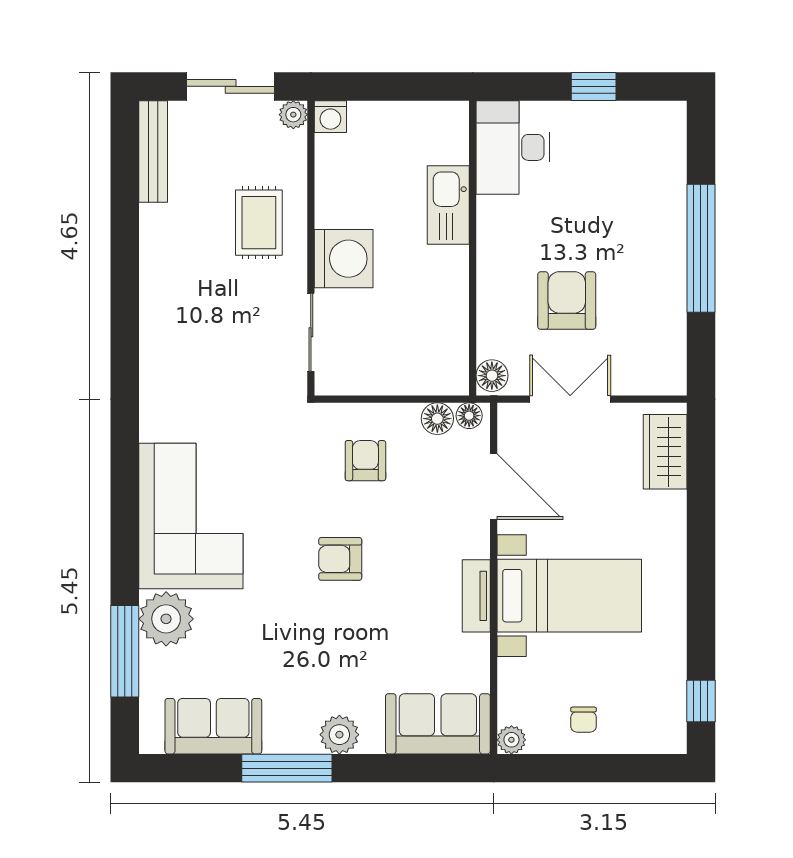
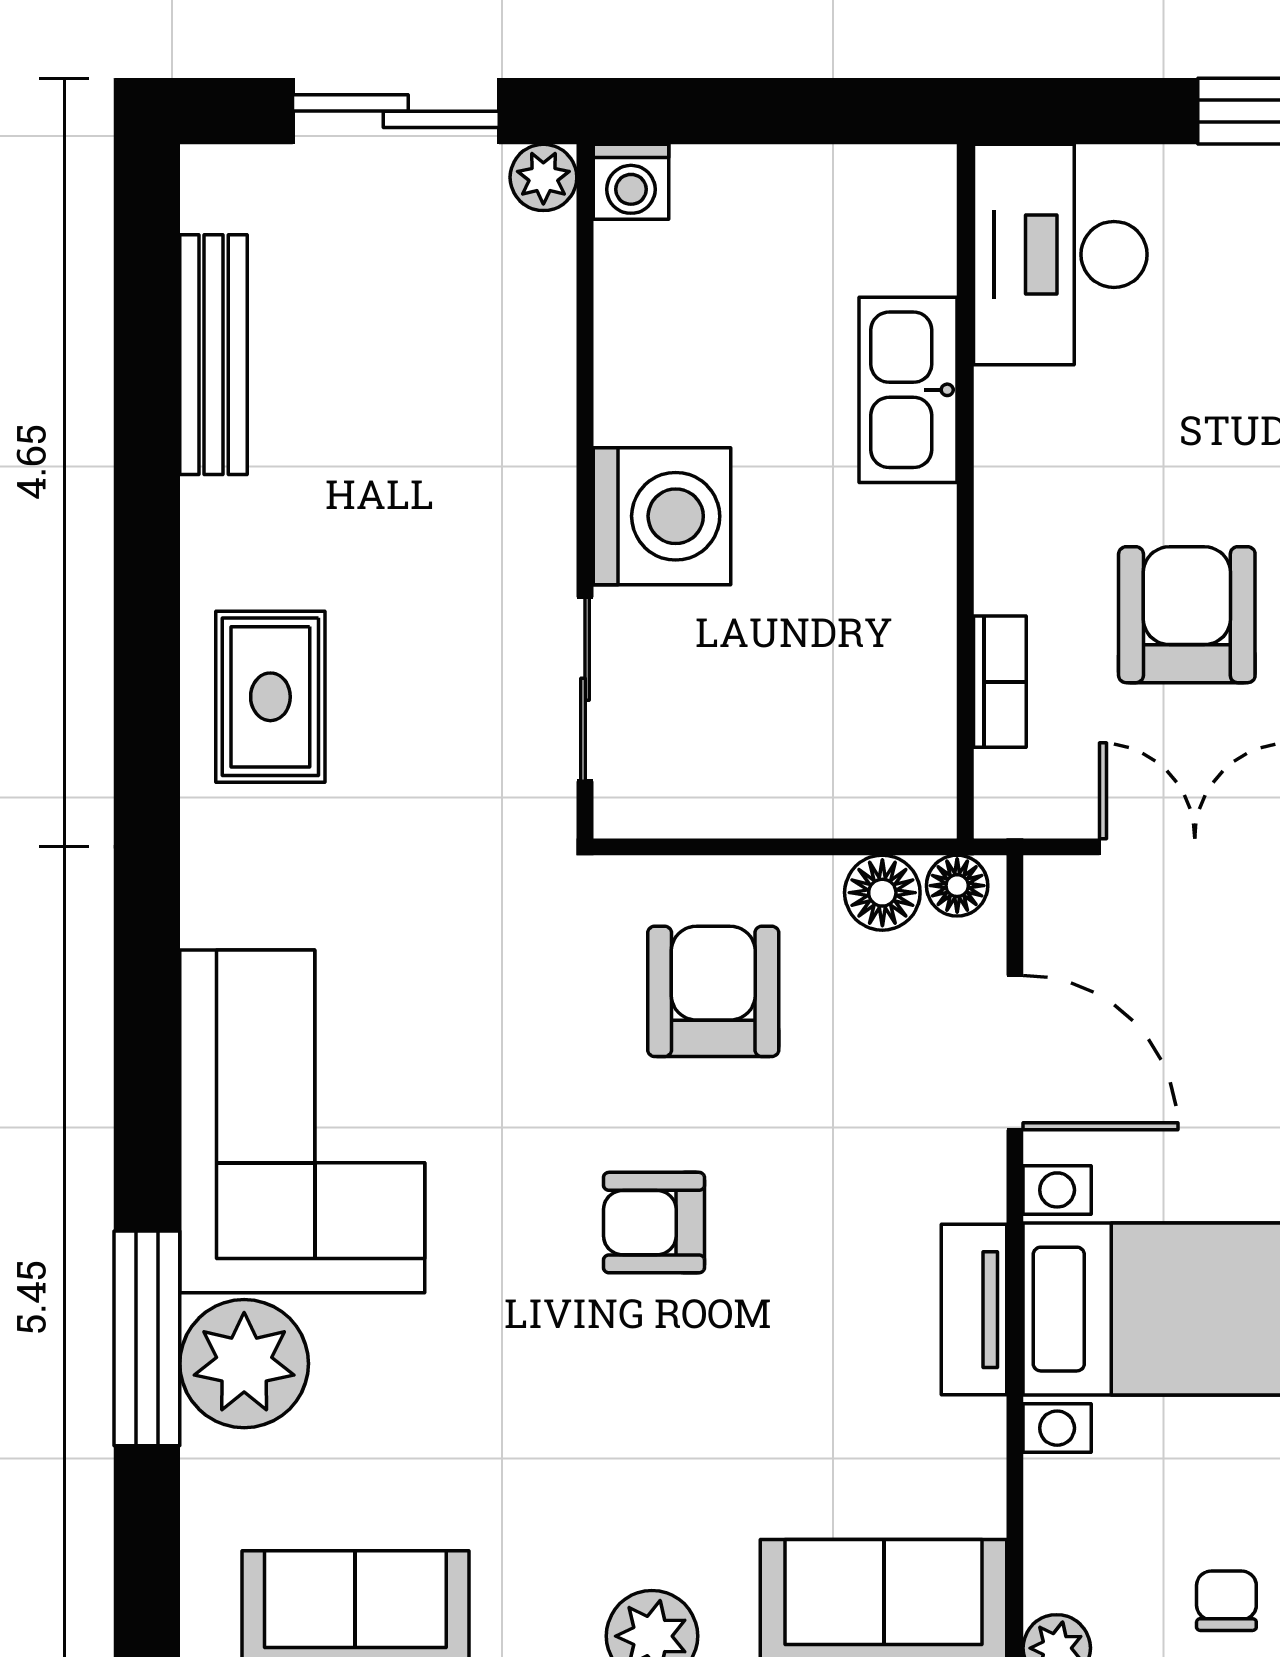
bench: (153, 151) -> (214, 355), moved
rug: (259, 223) -> (270, 697), moved
bookcase: (487, 329) -> (1000, 682), added
floor lamp: (492, 376) -> (1011, 791), removed
armchair: (365, 461) -> (713, 991), width x1.38, depth x1.38
window: (125, 651) -> (147, 1338), moved
chair: (584, 720) -> (1226, 1601), turned 180

